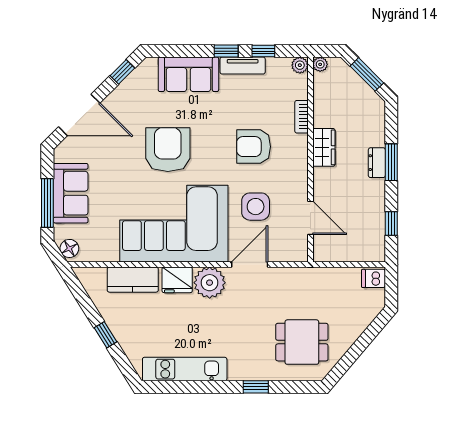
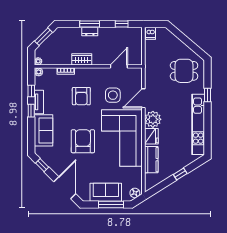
armchair: (168, 150) -> (83, 141), turned 90
door: (250, 264) -> (143, 98), hinge flipped
dining table: (302, 342) -> (184, 71), turned 90
kitchen unit: (185, 369) -> (198, 124), width x1.36

